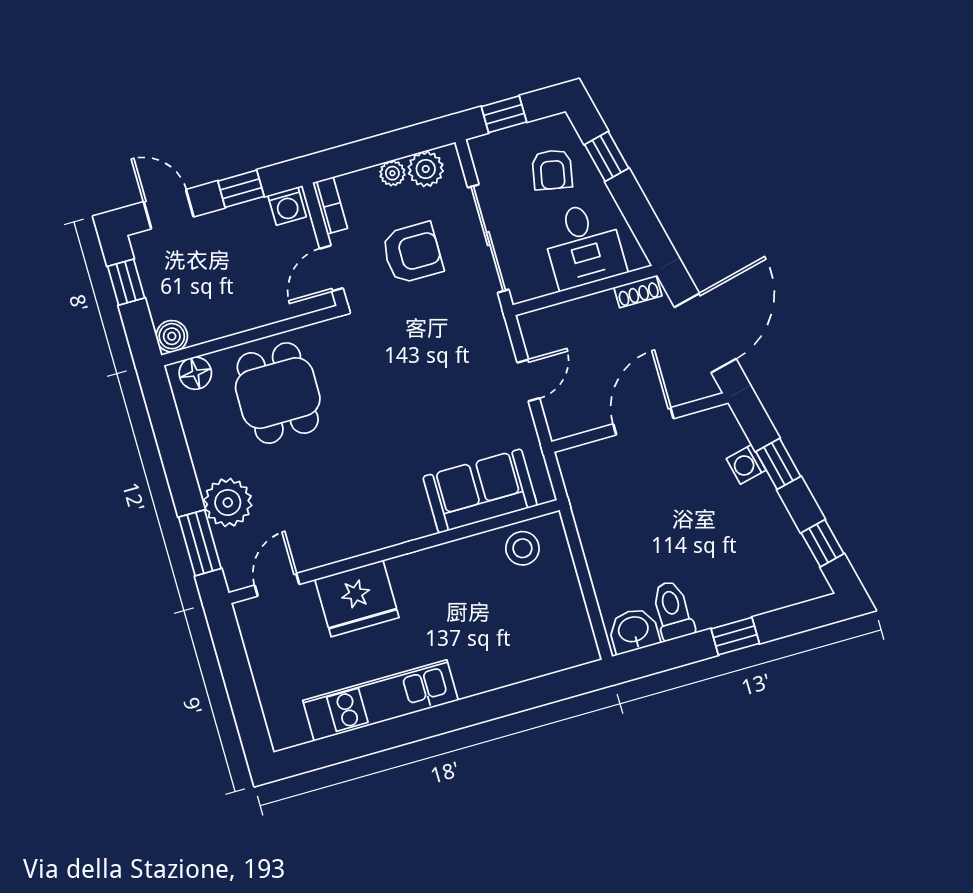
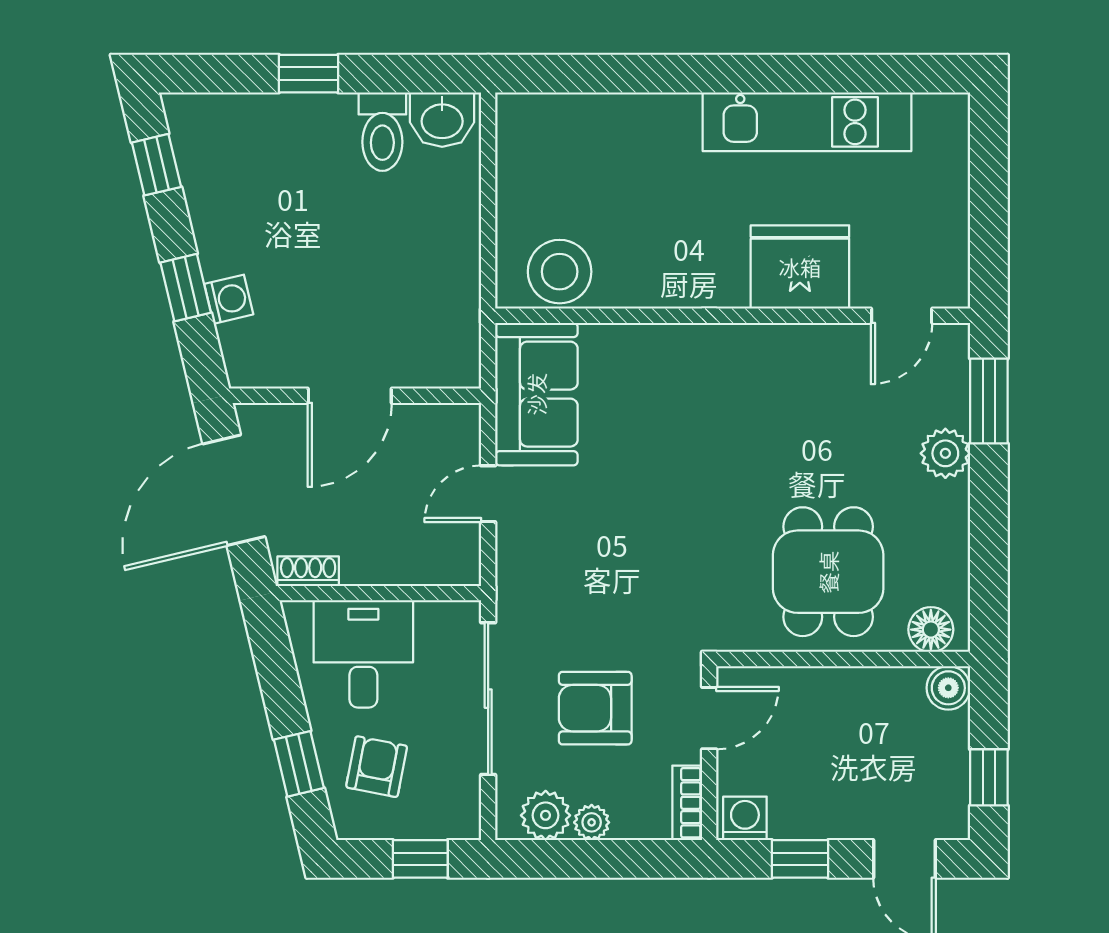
sofa: (480, 491) -> (536, 394), moved, turned -90
plant: (228, 502) -> (945, 453), width x0.73, depth x0.73
stool: (522, 548) -> (560, 272), width x1.38, depth x1.38

